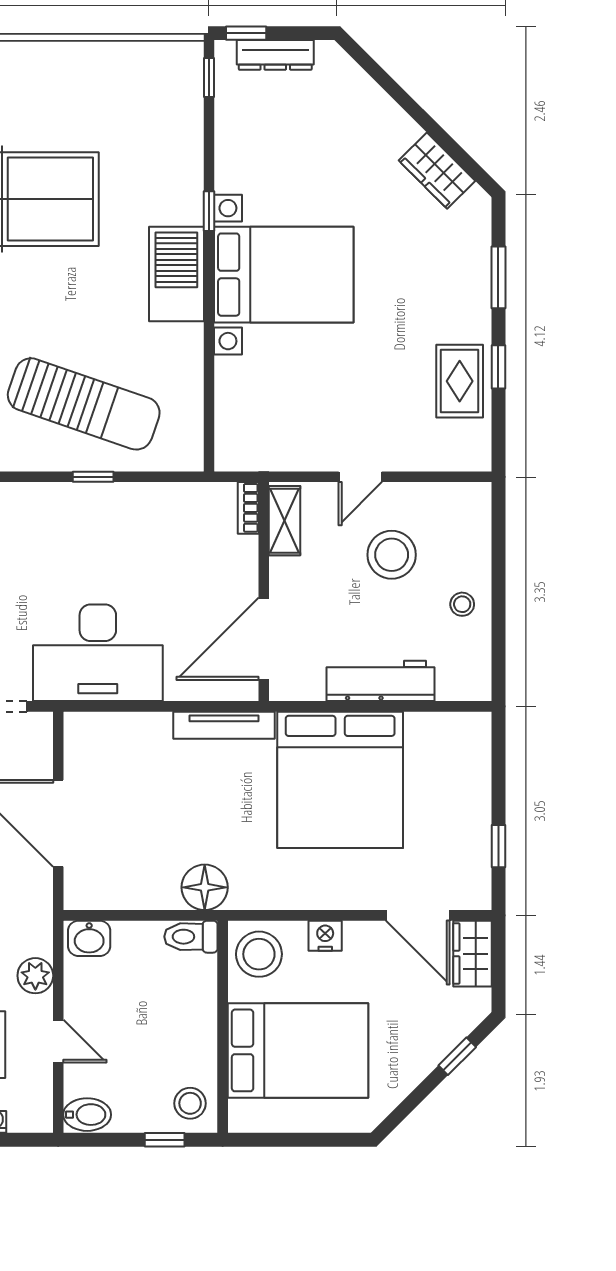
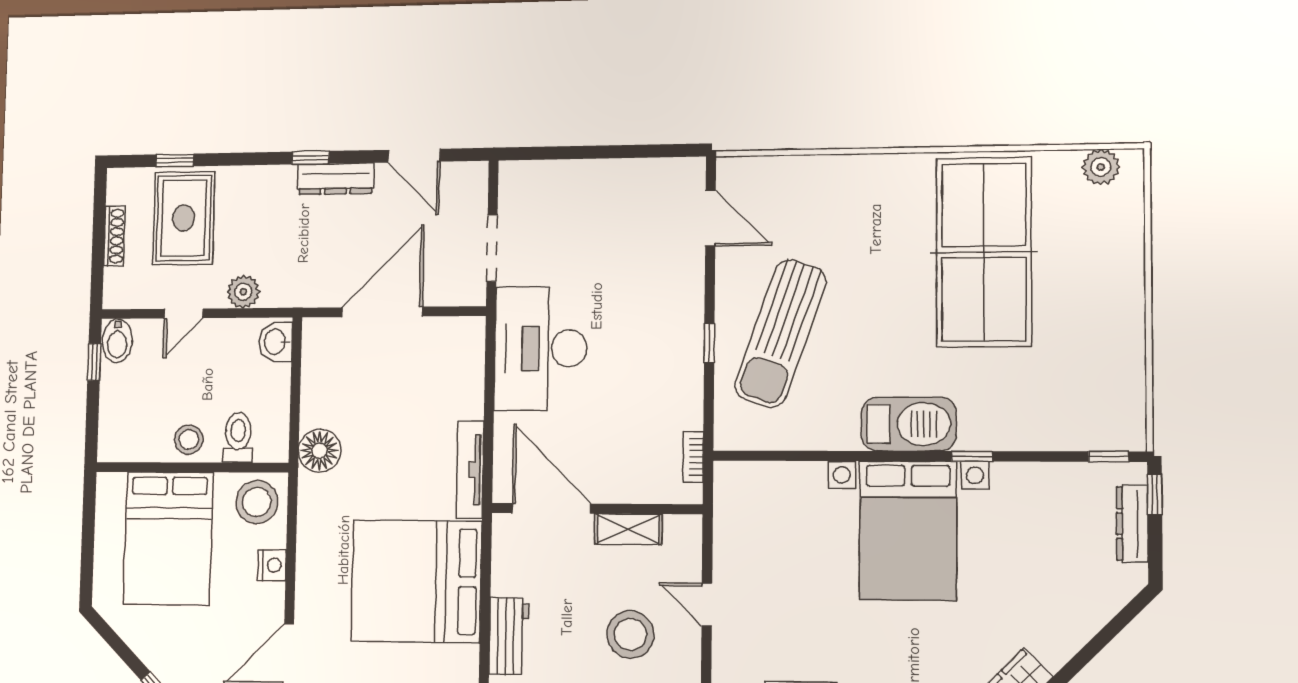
bookcase: (248, 508) -> (693, 457), moved, turned -90
shelving: (284, 521) -> (628, 529), moved
workbench: (380, 681) -> (509, 636), width x0.73
toilet: (191, 937) -> (238, 438), moved
stool: (190, 1103) -> (189, 440), moved
window: (165, 1140) -> (94, 362), moved

